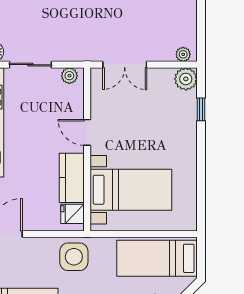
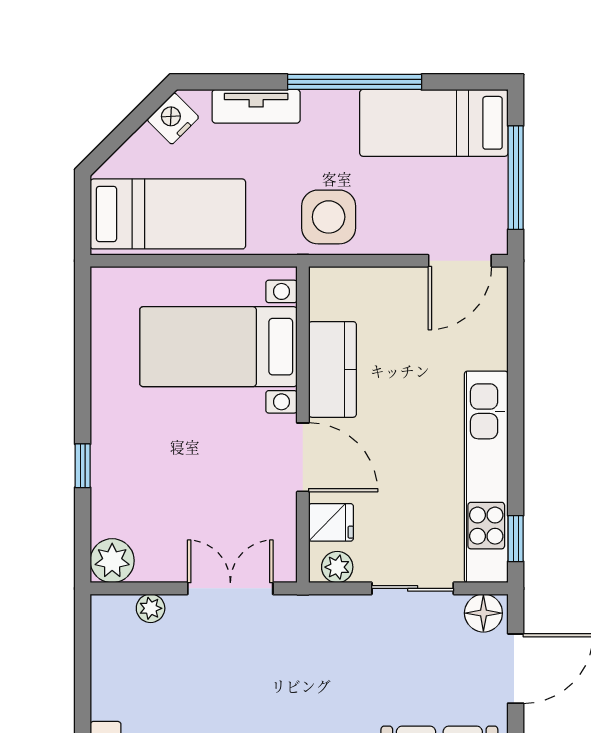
plant: (183, 54) -> (151, 608), moved
window: (201, 109) -> (83, 466), moved
door: (87, 132) -> (303, 457), width x1.38
fridge: (73, 214) -> (331, 522), moved

